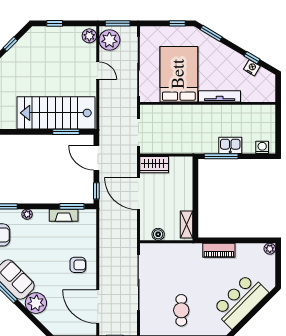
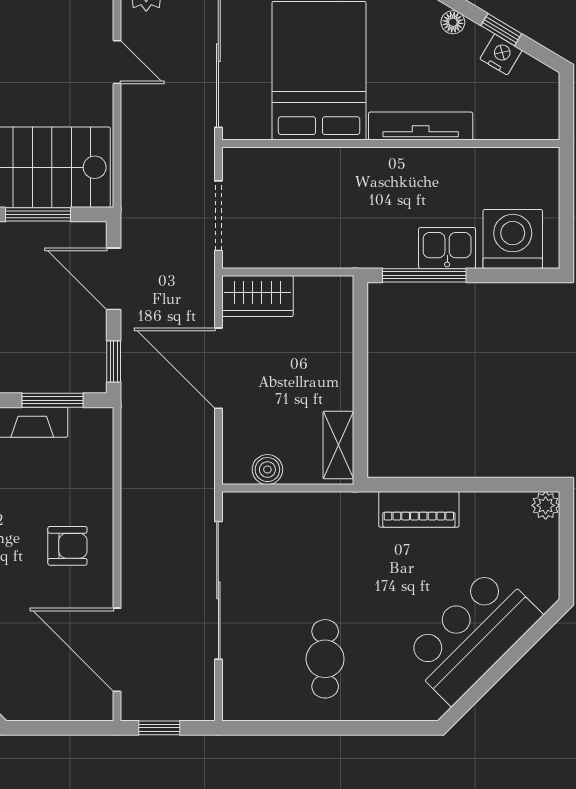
floor lamp: (233, 55) -> (453, 22), added
washing machine: (262, 147) -> (513, 239), width x1.89, depth x1.89

